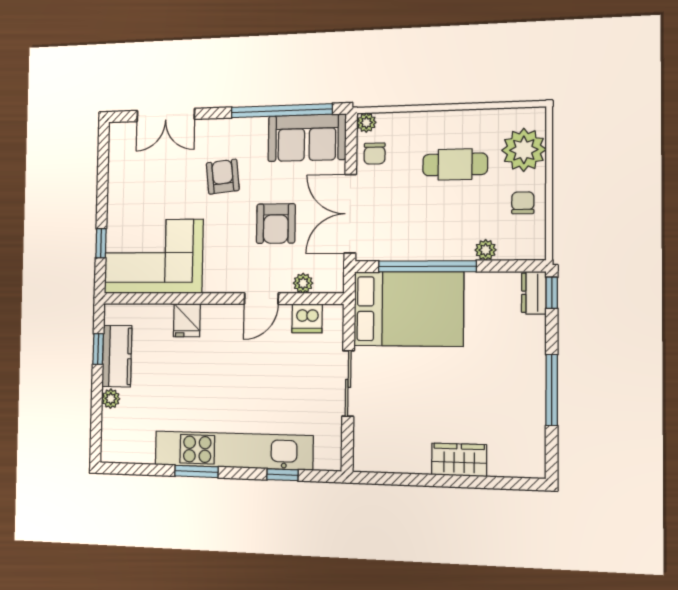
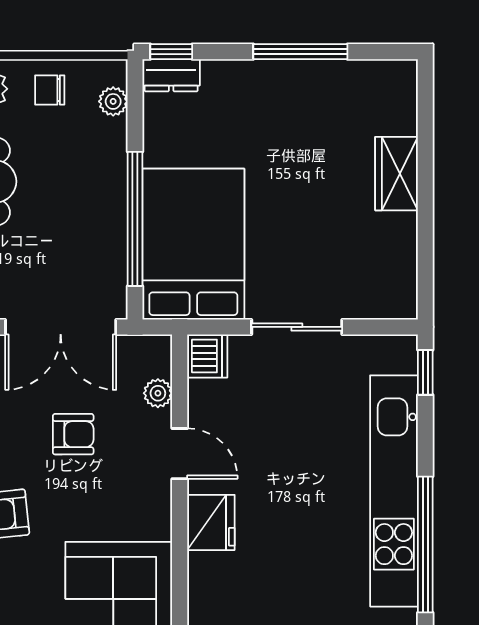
armchair: (276, 224) -> (73, 434), width x0.72, depth x0.72
plant: (486, 250) -> (113, 101), moved
dishwasher: (307, 318) -> (207, 356), moved
fridge: (187, 320) -> (211, 522), moved, width x1.38
window: (196, 471) -> (425, 545), width x2.11
window: (282, 475) -> (425, 372), moved

